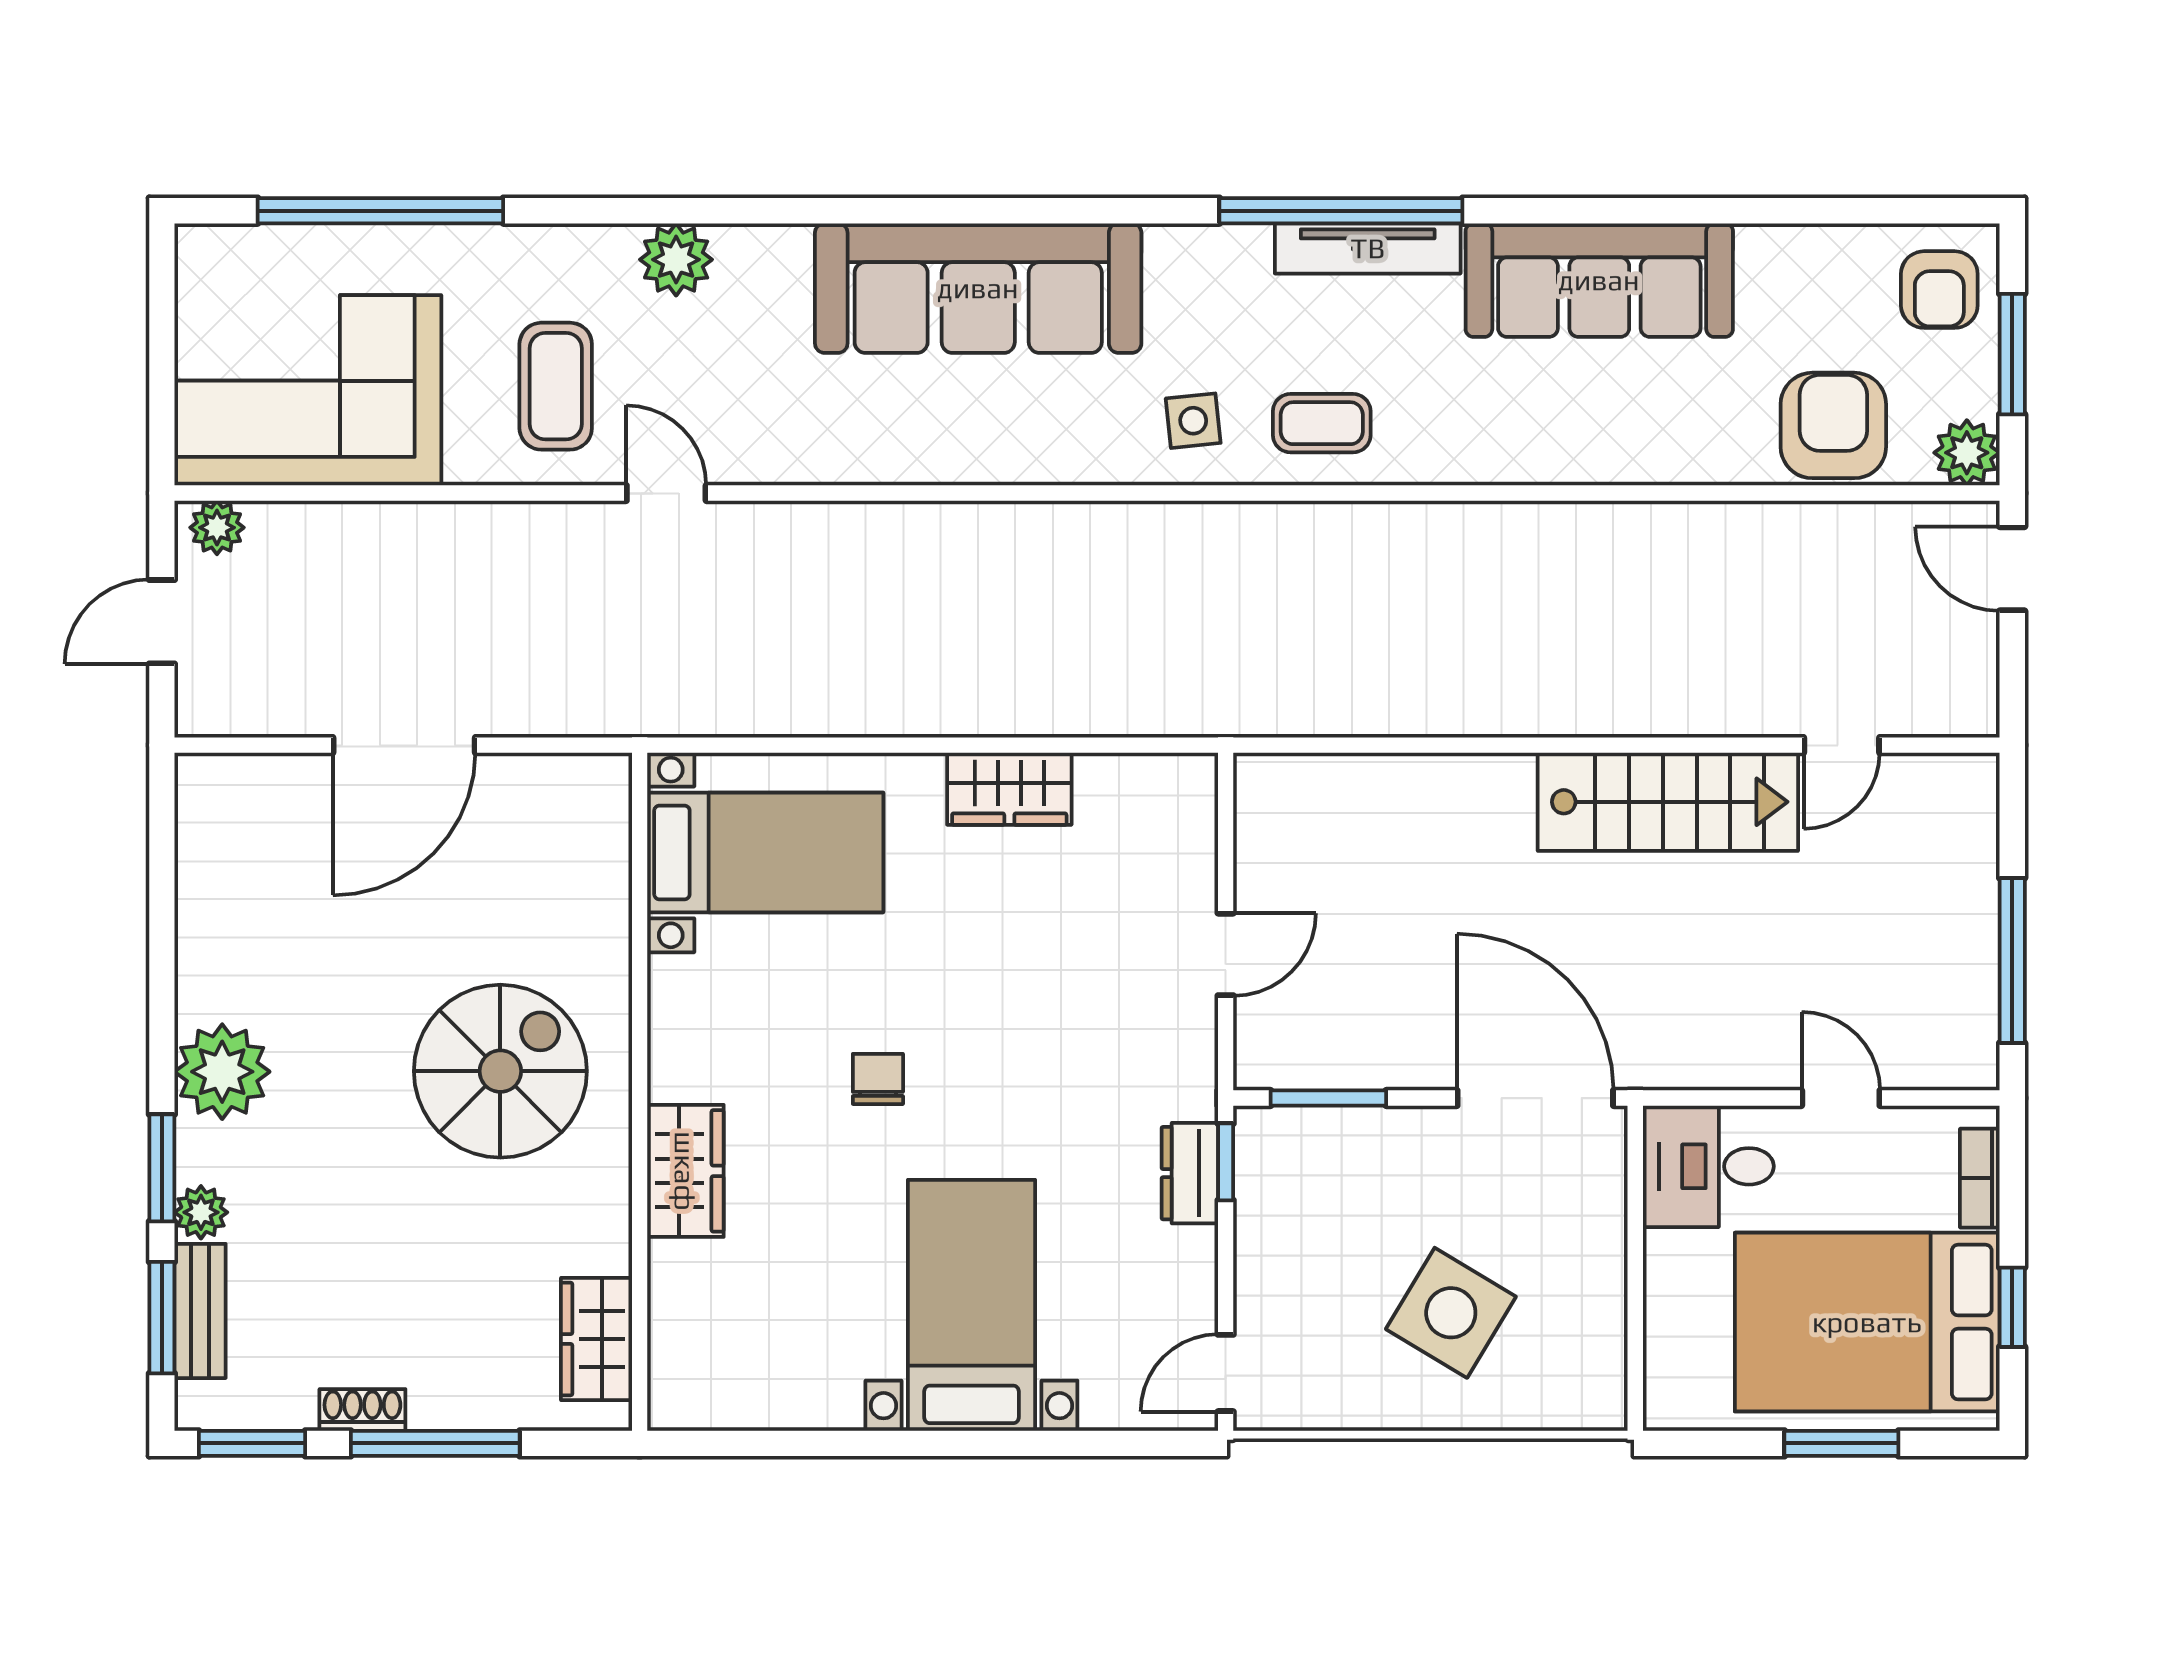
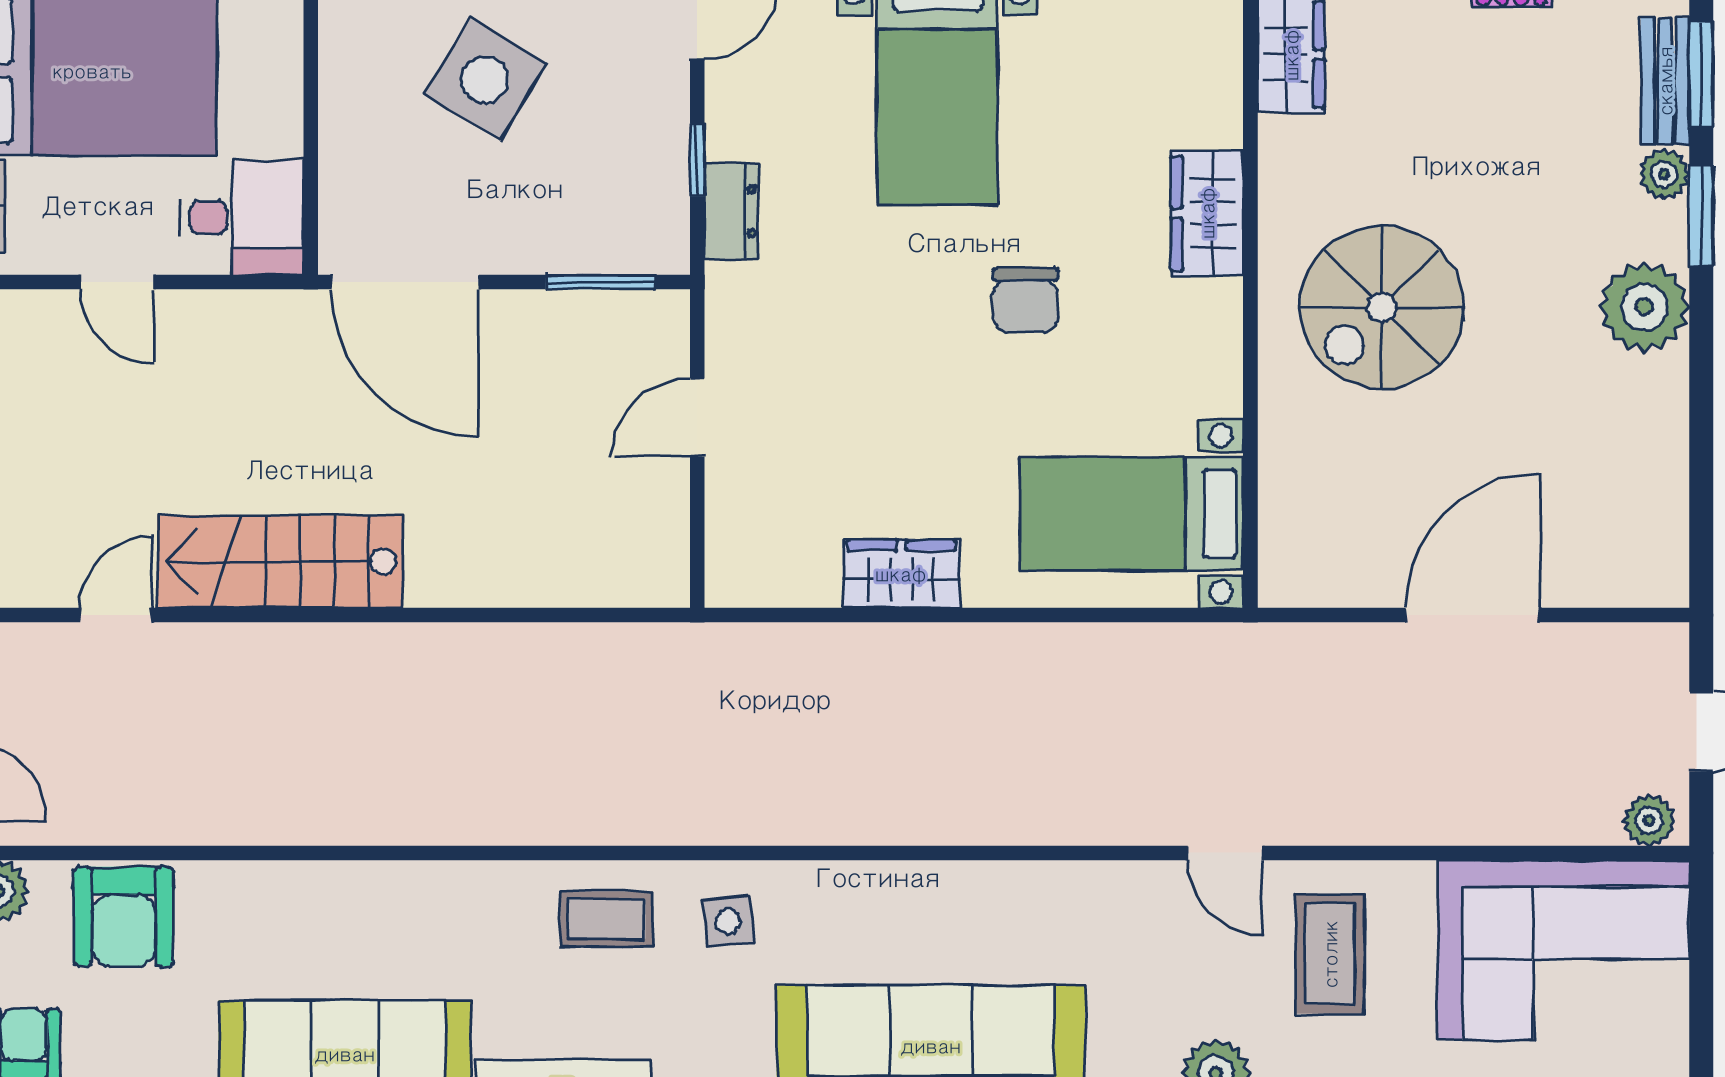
chair: (878, 1079) -> (1025, 300), width x1.37, depth x1.37
window: (1226, 1162) -> (697, 160), moved

